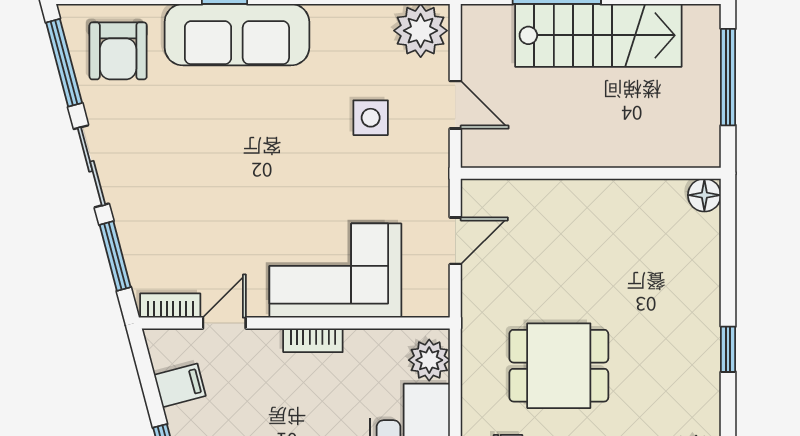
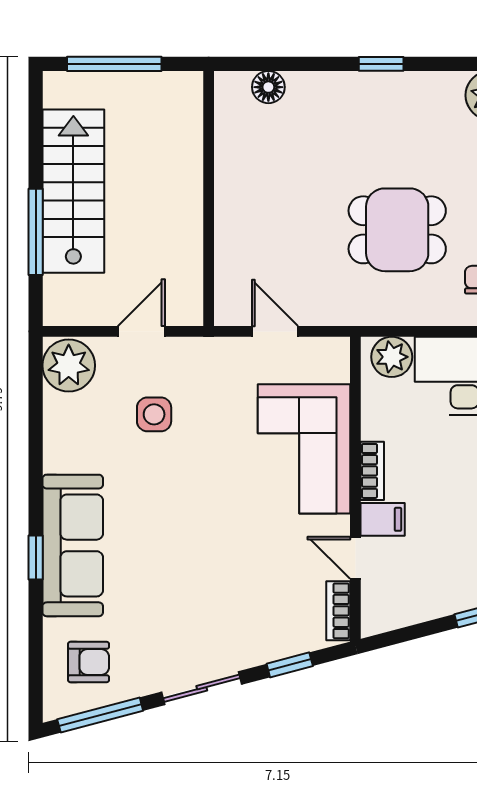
armchair: (118, 51) -> (89, 662), width x0.72, depth x0.72
floor lamp: (704, 195) -> (268, 87), moved
window: (115, 256) -> (290, 665), width x0.67
dining table: (559, 366) -> (397, 230), turned 90
filing cabinet: (180, 385) -> (383, 519), moved, turned 105

